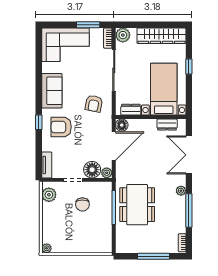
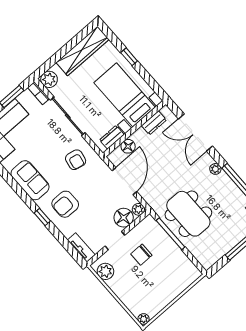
floor lamp: (122, 125) -> (128, 146), moved
chair: (82, 204) -> (141, 255), turned 90

